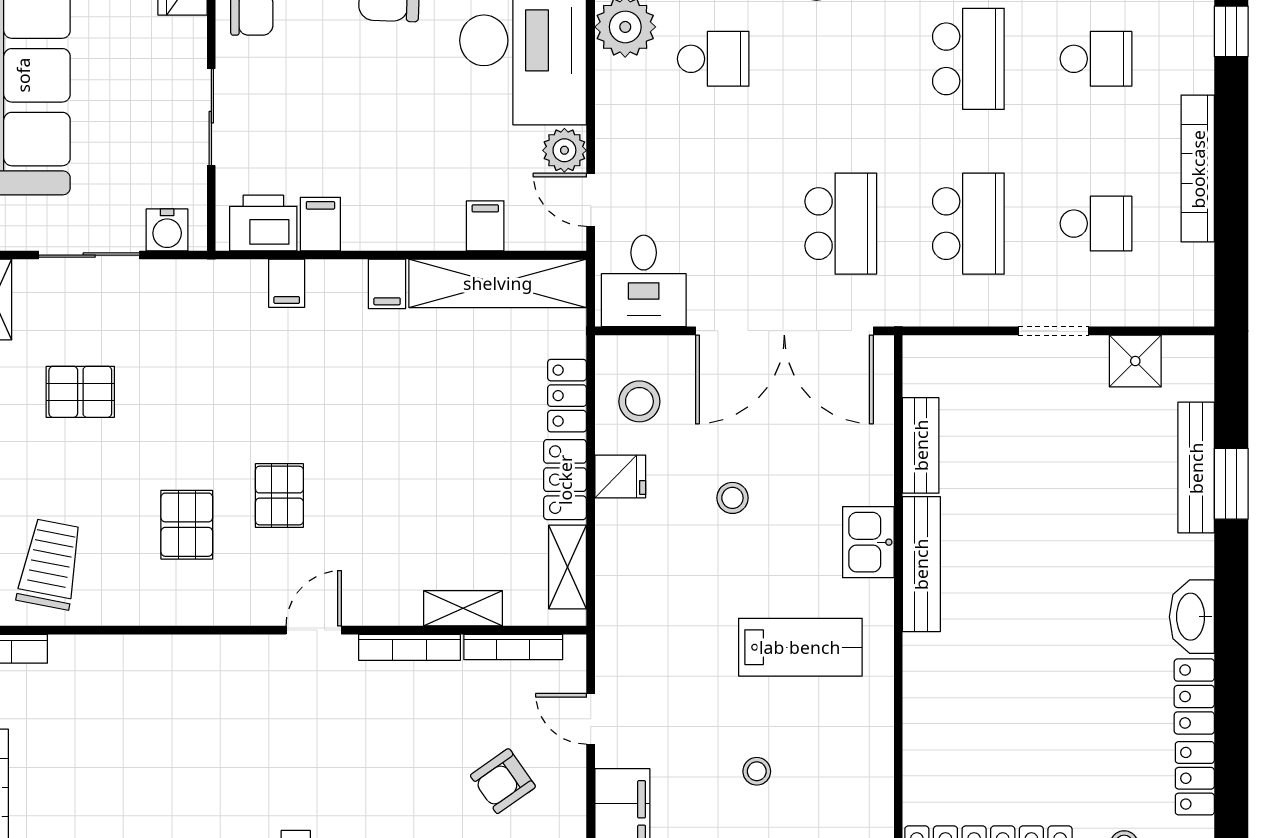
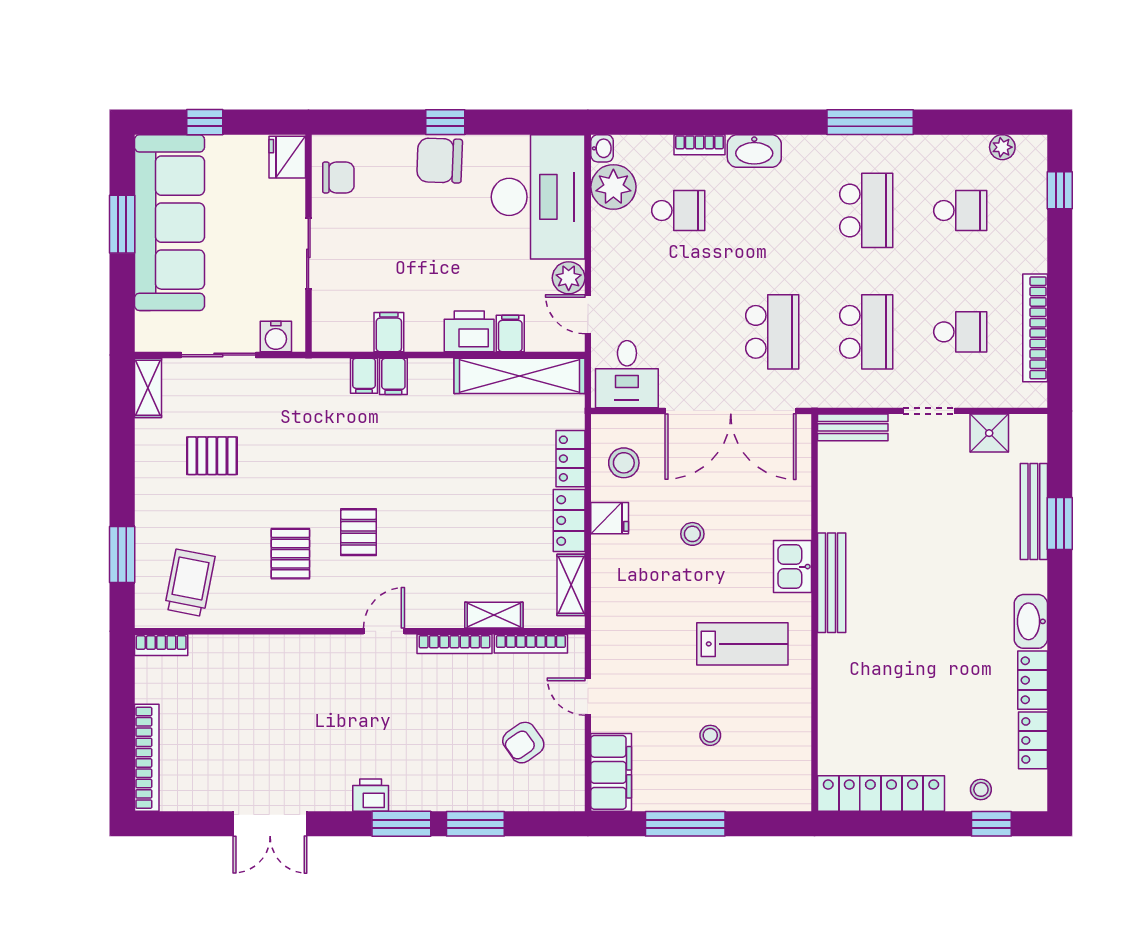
bookcase: (1198, 169) -> (1035, 328), moved
printer: (263, 223) -> (469, 331), moved
filing cabinet: (387, 284) -> (393, 376), moved
bench: (921, 445) -> (853, 427), moved, turned 90

